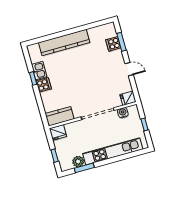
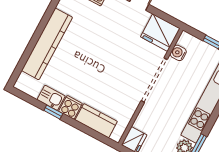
fridge: (128, 98) -> (160, 33), width x1.88, depth x1.34
kitchen counter: (60, 116) -> (96, 121), moved, turned 90

